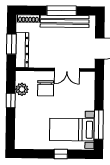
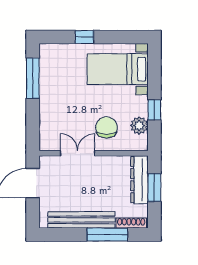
window: (62, 11) -> (107, 235), moved
bed with nightstands: (72, 130) -> (118, 69), moved, turned 180

